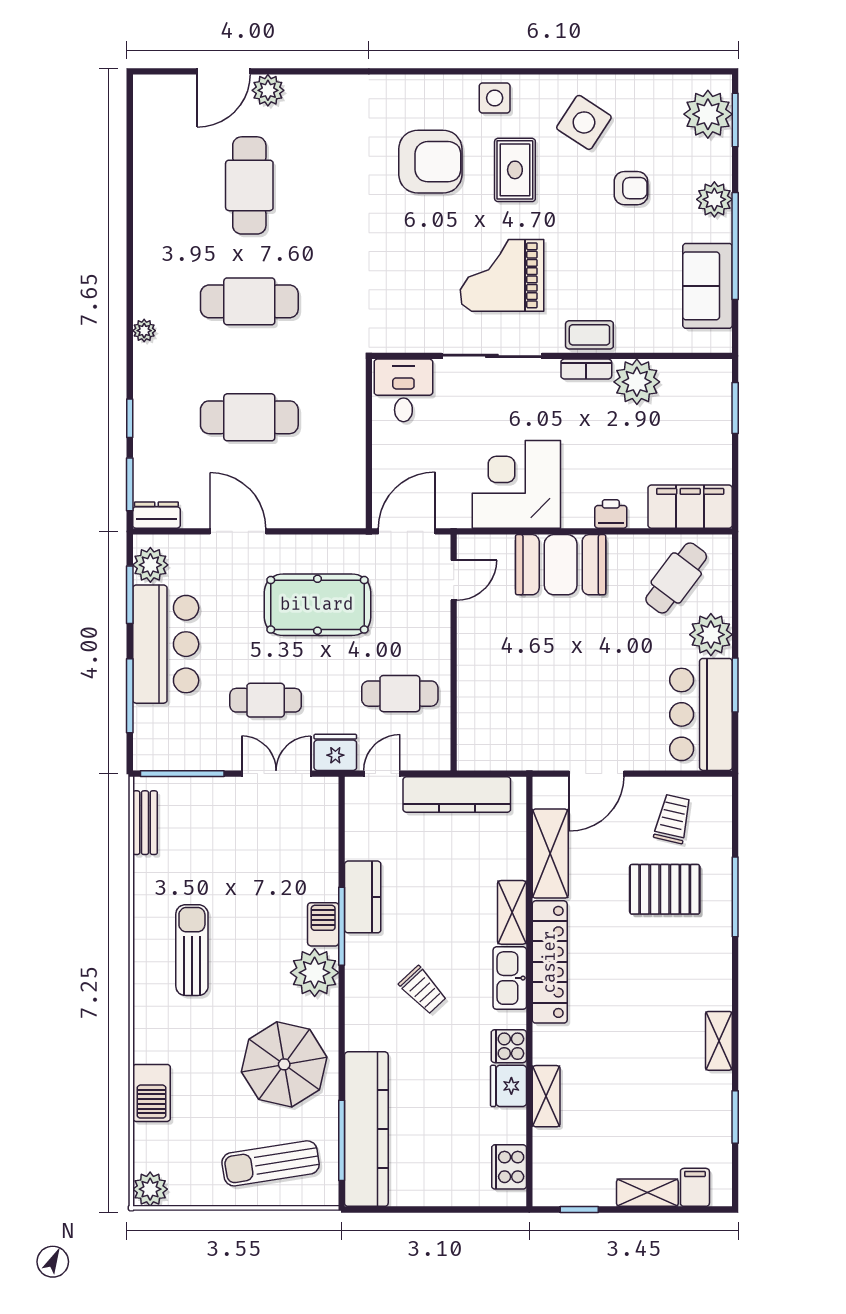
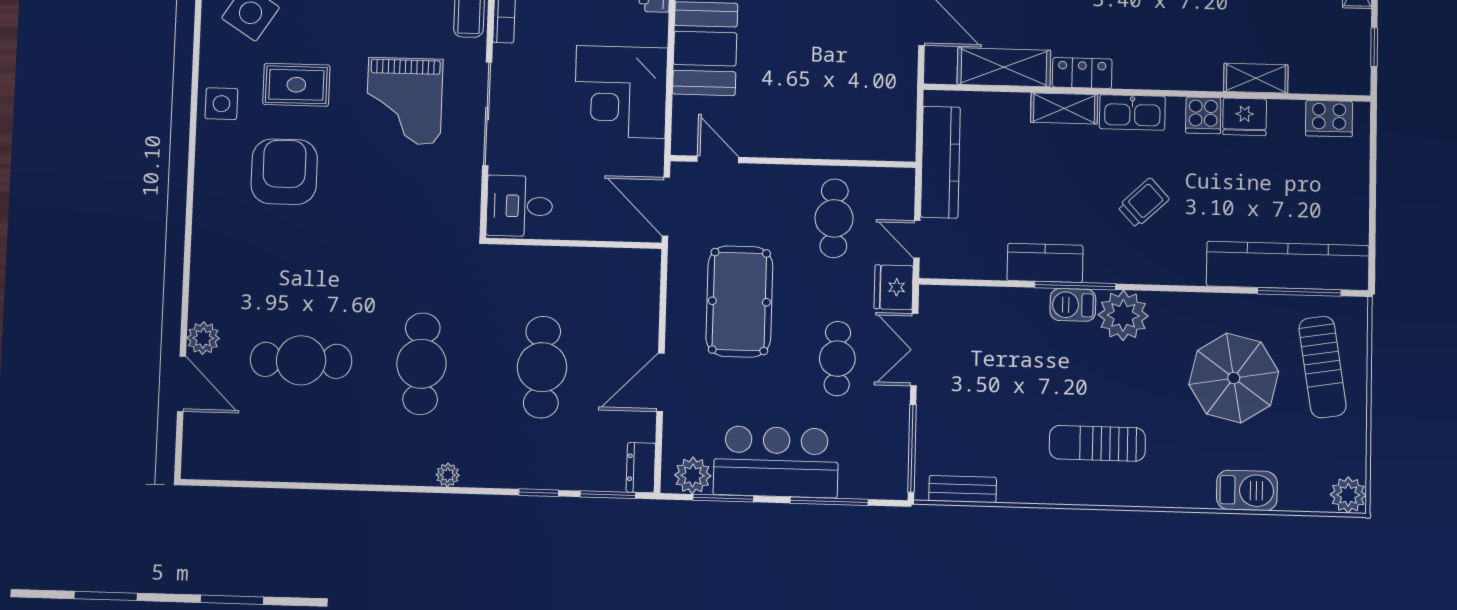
locker: (550, 962) -> (1082, 73), width x0.46, depth x0.83
parasol: (284, 1064) -> (1234, 378), moved

